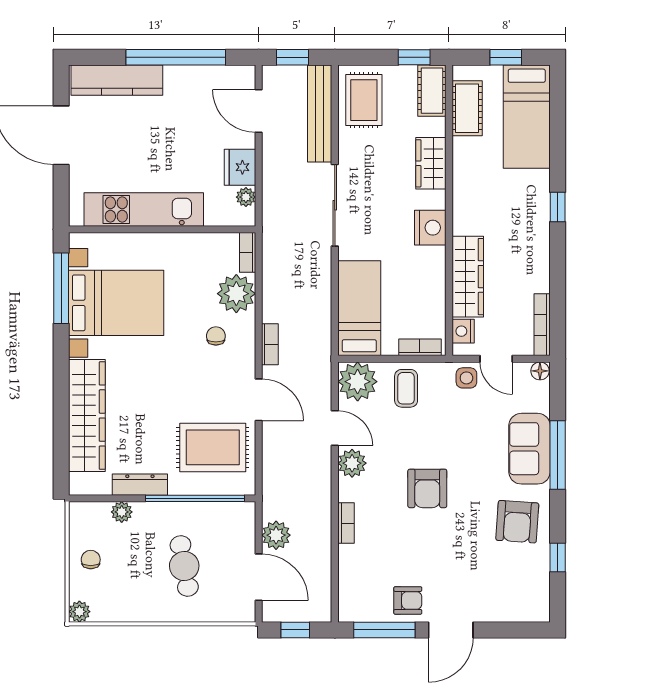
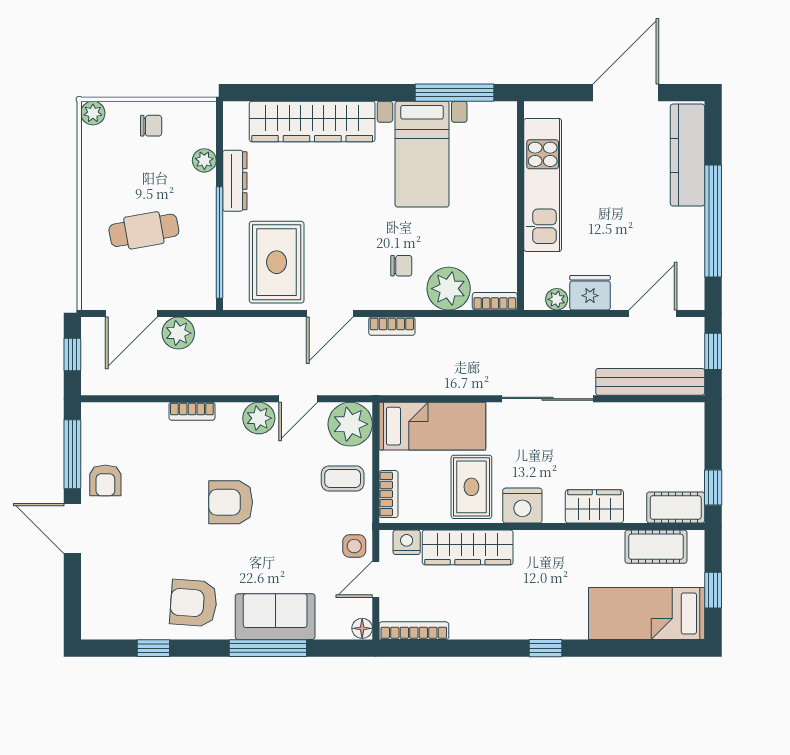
rug: (364, 100) -> (471, 487), moved, turned 90
bed with nightstands: (116, 303) -> (422, 154), width x0.73

